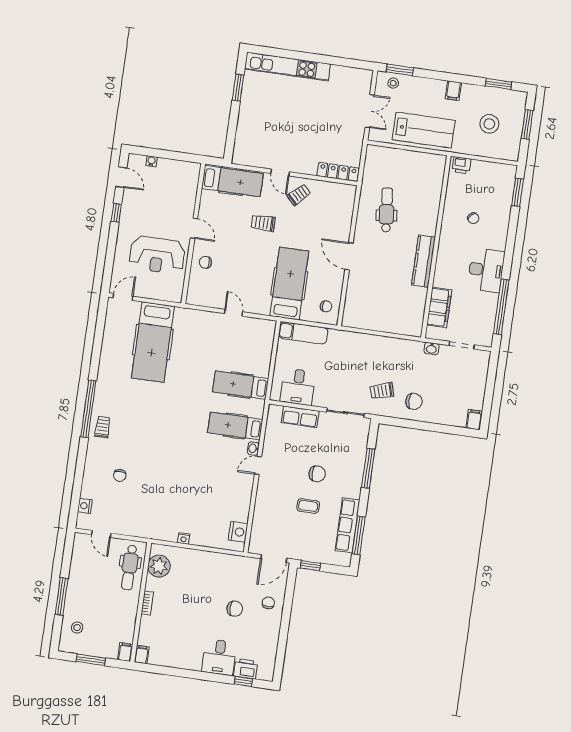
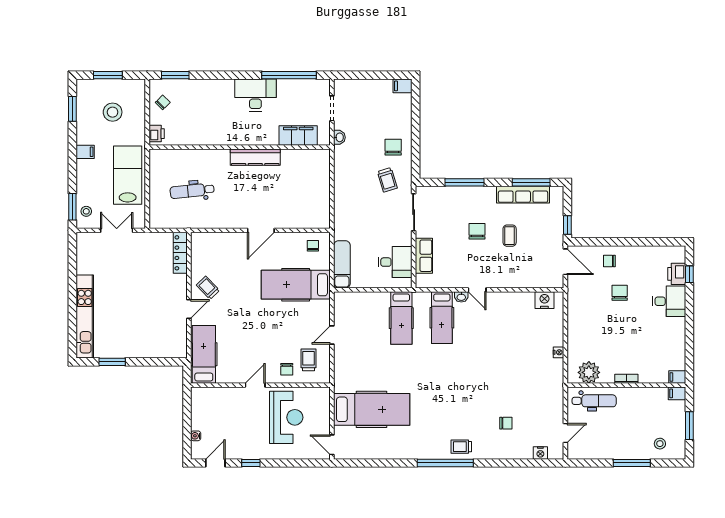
dental chair: (387, 210) -> (192, 191), moved
chair: (473, 218) -> (163, 102), moved
trolley: (263, 223) -> (308, 360), moved, turned 180

